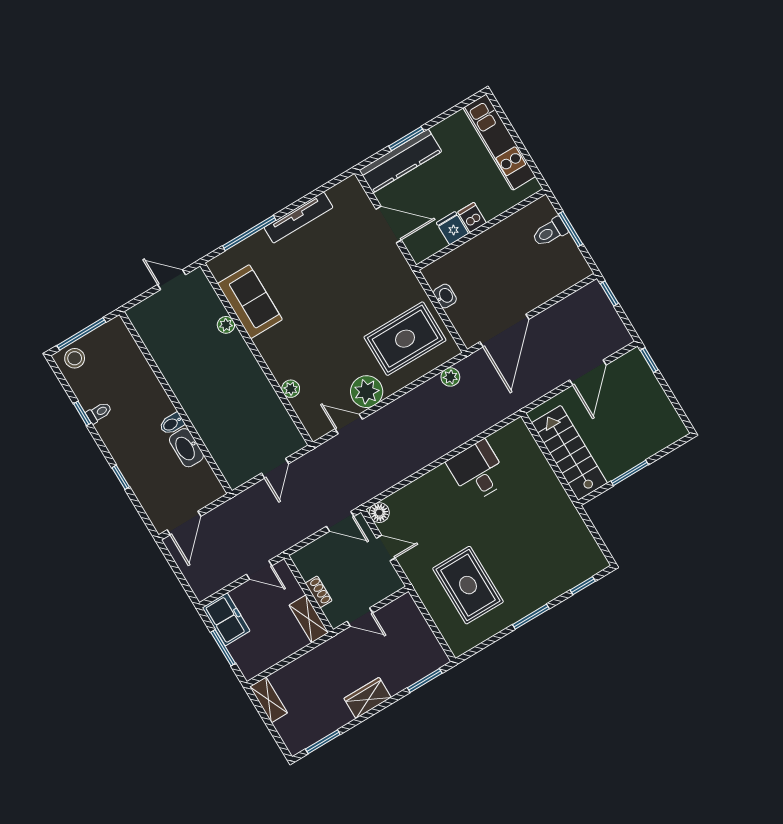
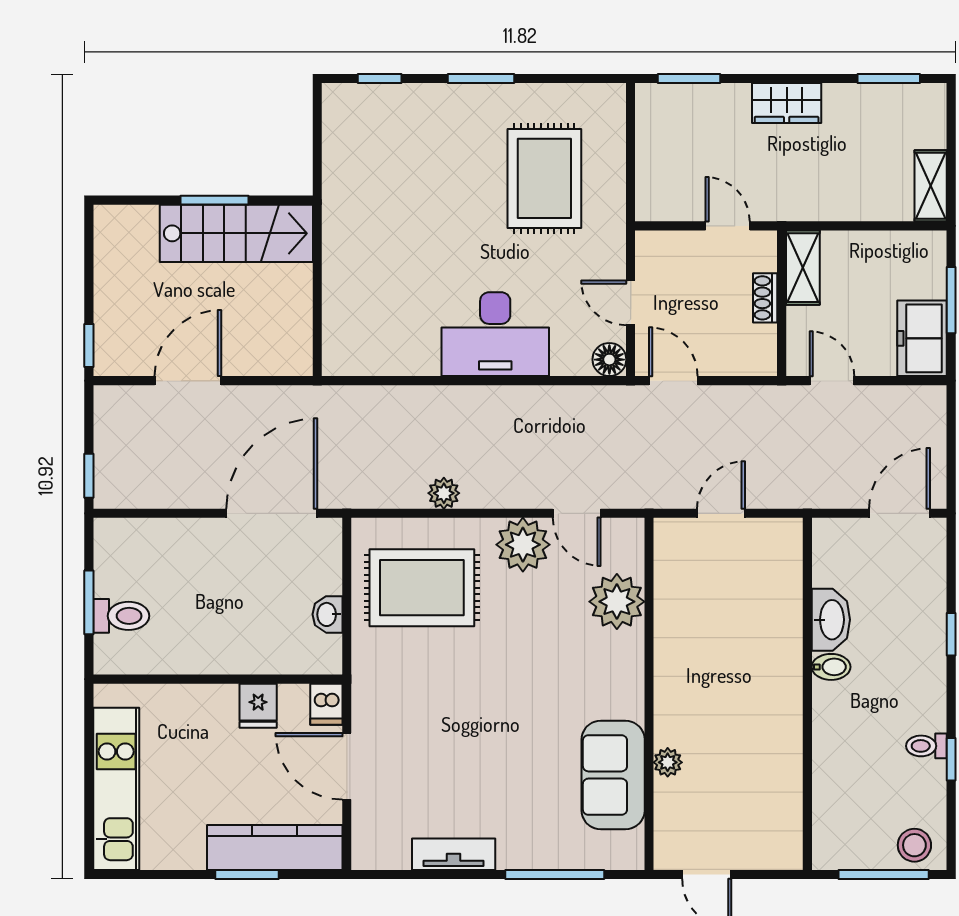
dishwasher: (472, 217) -> (326, 704), moved
tv unit: (298, 218) -> (454, 854), width x0.71
plant: (450, 377) -> (444, 493), moved
plant: (291, 389) -> (617, 602), width x1.88, depth x1.88
stairs: (569, 453) -> (236, 233), moved, turned -90
desk: (478, 471) -> (495, 334), moved, width x1.37

